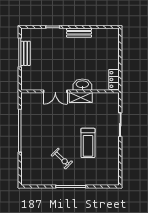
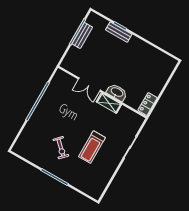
bench: (79, 33) -> (119, 32), moved

